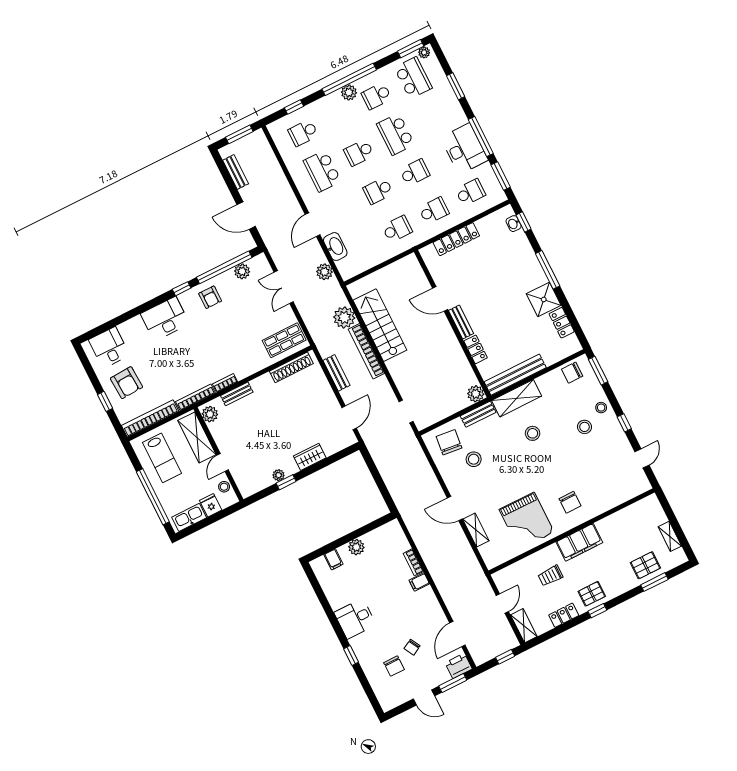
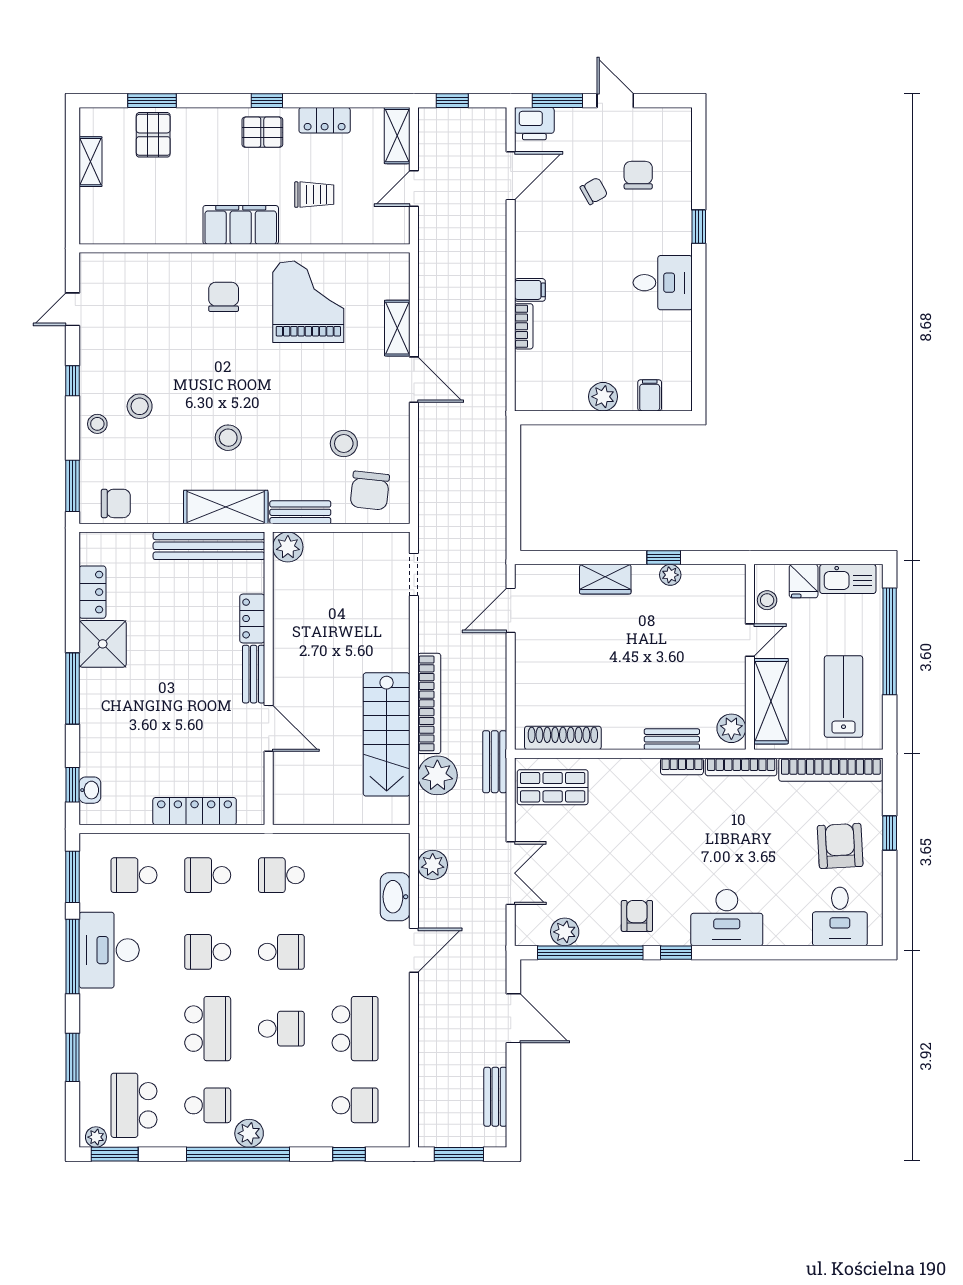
bench: (336, 373) -> (495, 762), moved
pallet: (645, 565) -> (153, 135), turned 90

